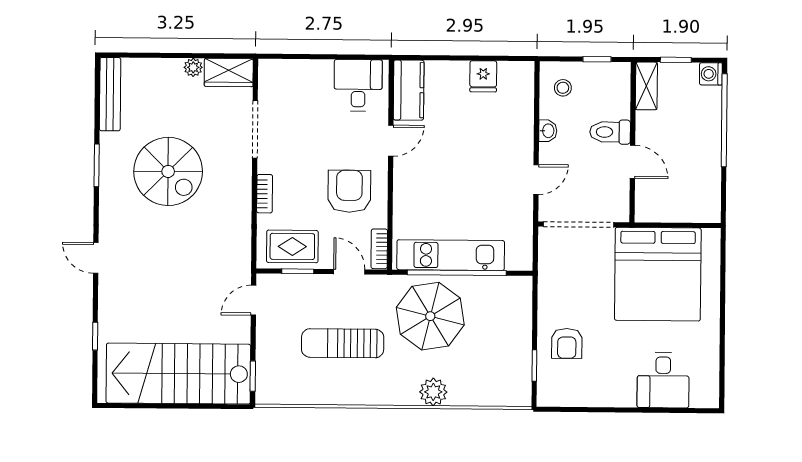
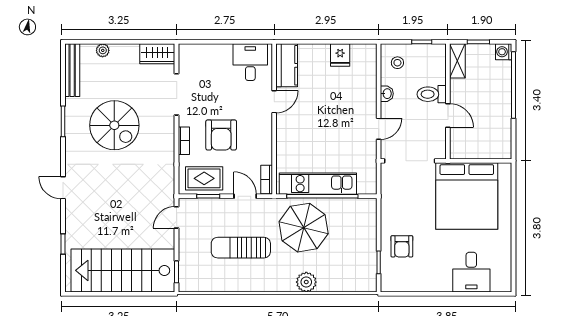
plant: (193, 67) -> (103, 50), moved
armchair: (349, 191) -> (221, 135), moved, turned 180

